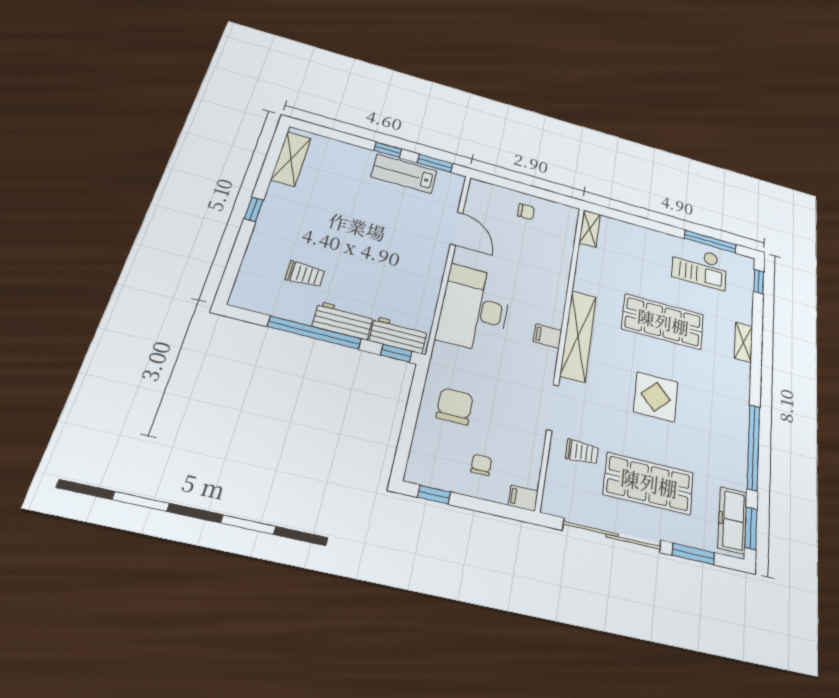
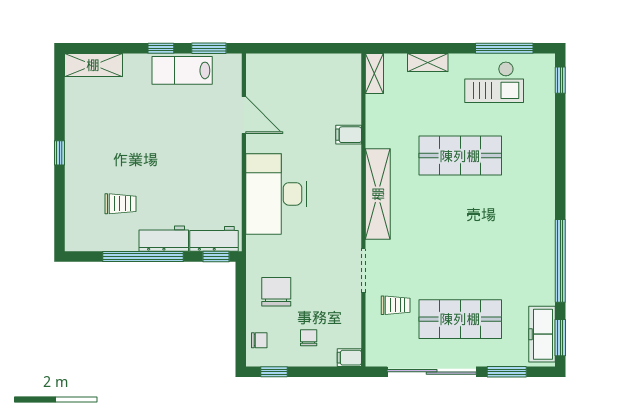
shelving: (291, 159) -> (93, 65), moved, turned 90
chair: (526, 212) -> (259, 340), moved
filing cabinet: (548, 336) -> (349, 135), moved
shelving: (743, 342) -> (428, 63), moved, turned 90
display table: (656, 397) -> (460, 235), removed

